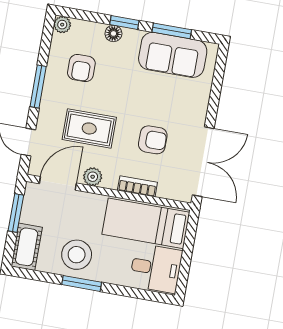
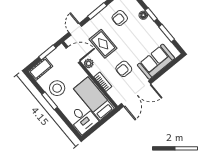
sofa: (173, 55) -> (156, 62), moved, turned 90
armchair: (153, 140) -> (124, 69), turned 90

